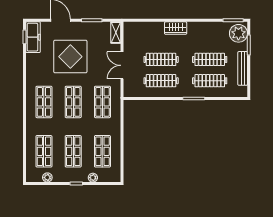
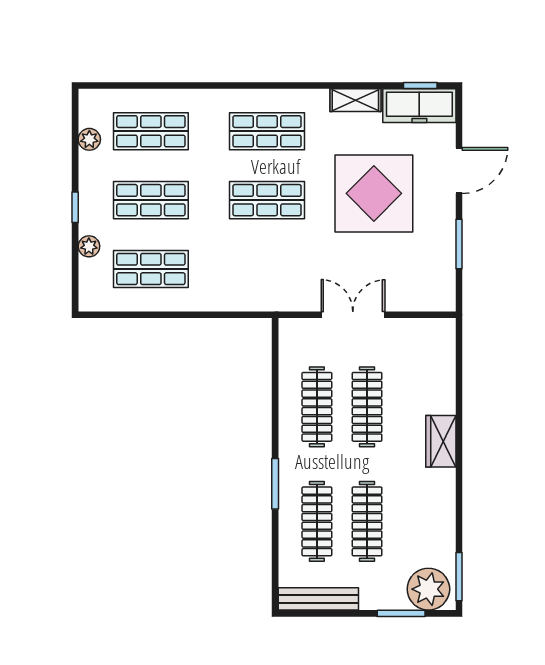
shelving: (116, 32) -> (355, 100), moved
bench: (243, 68) -> (318, 599), moved
shop shelf: (102, 102) -> (267, 269), removed

